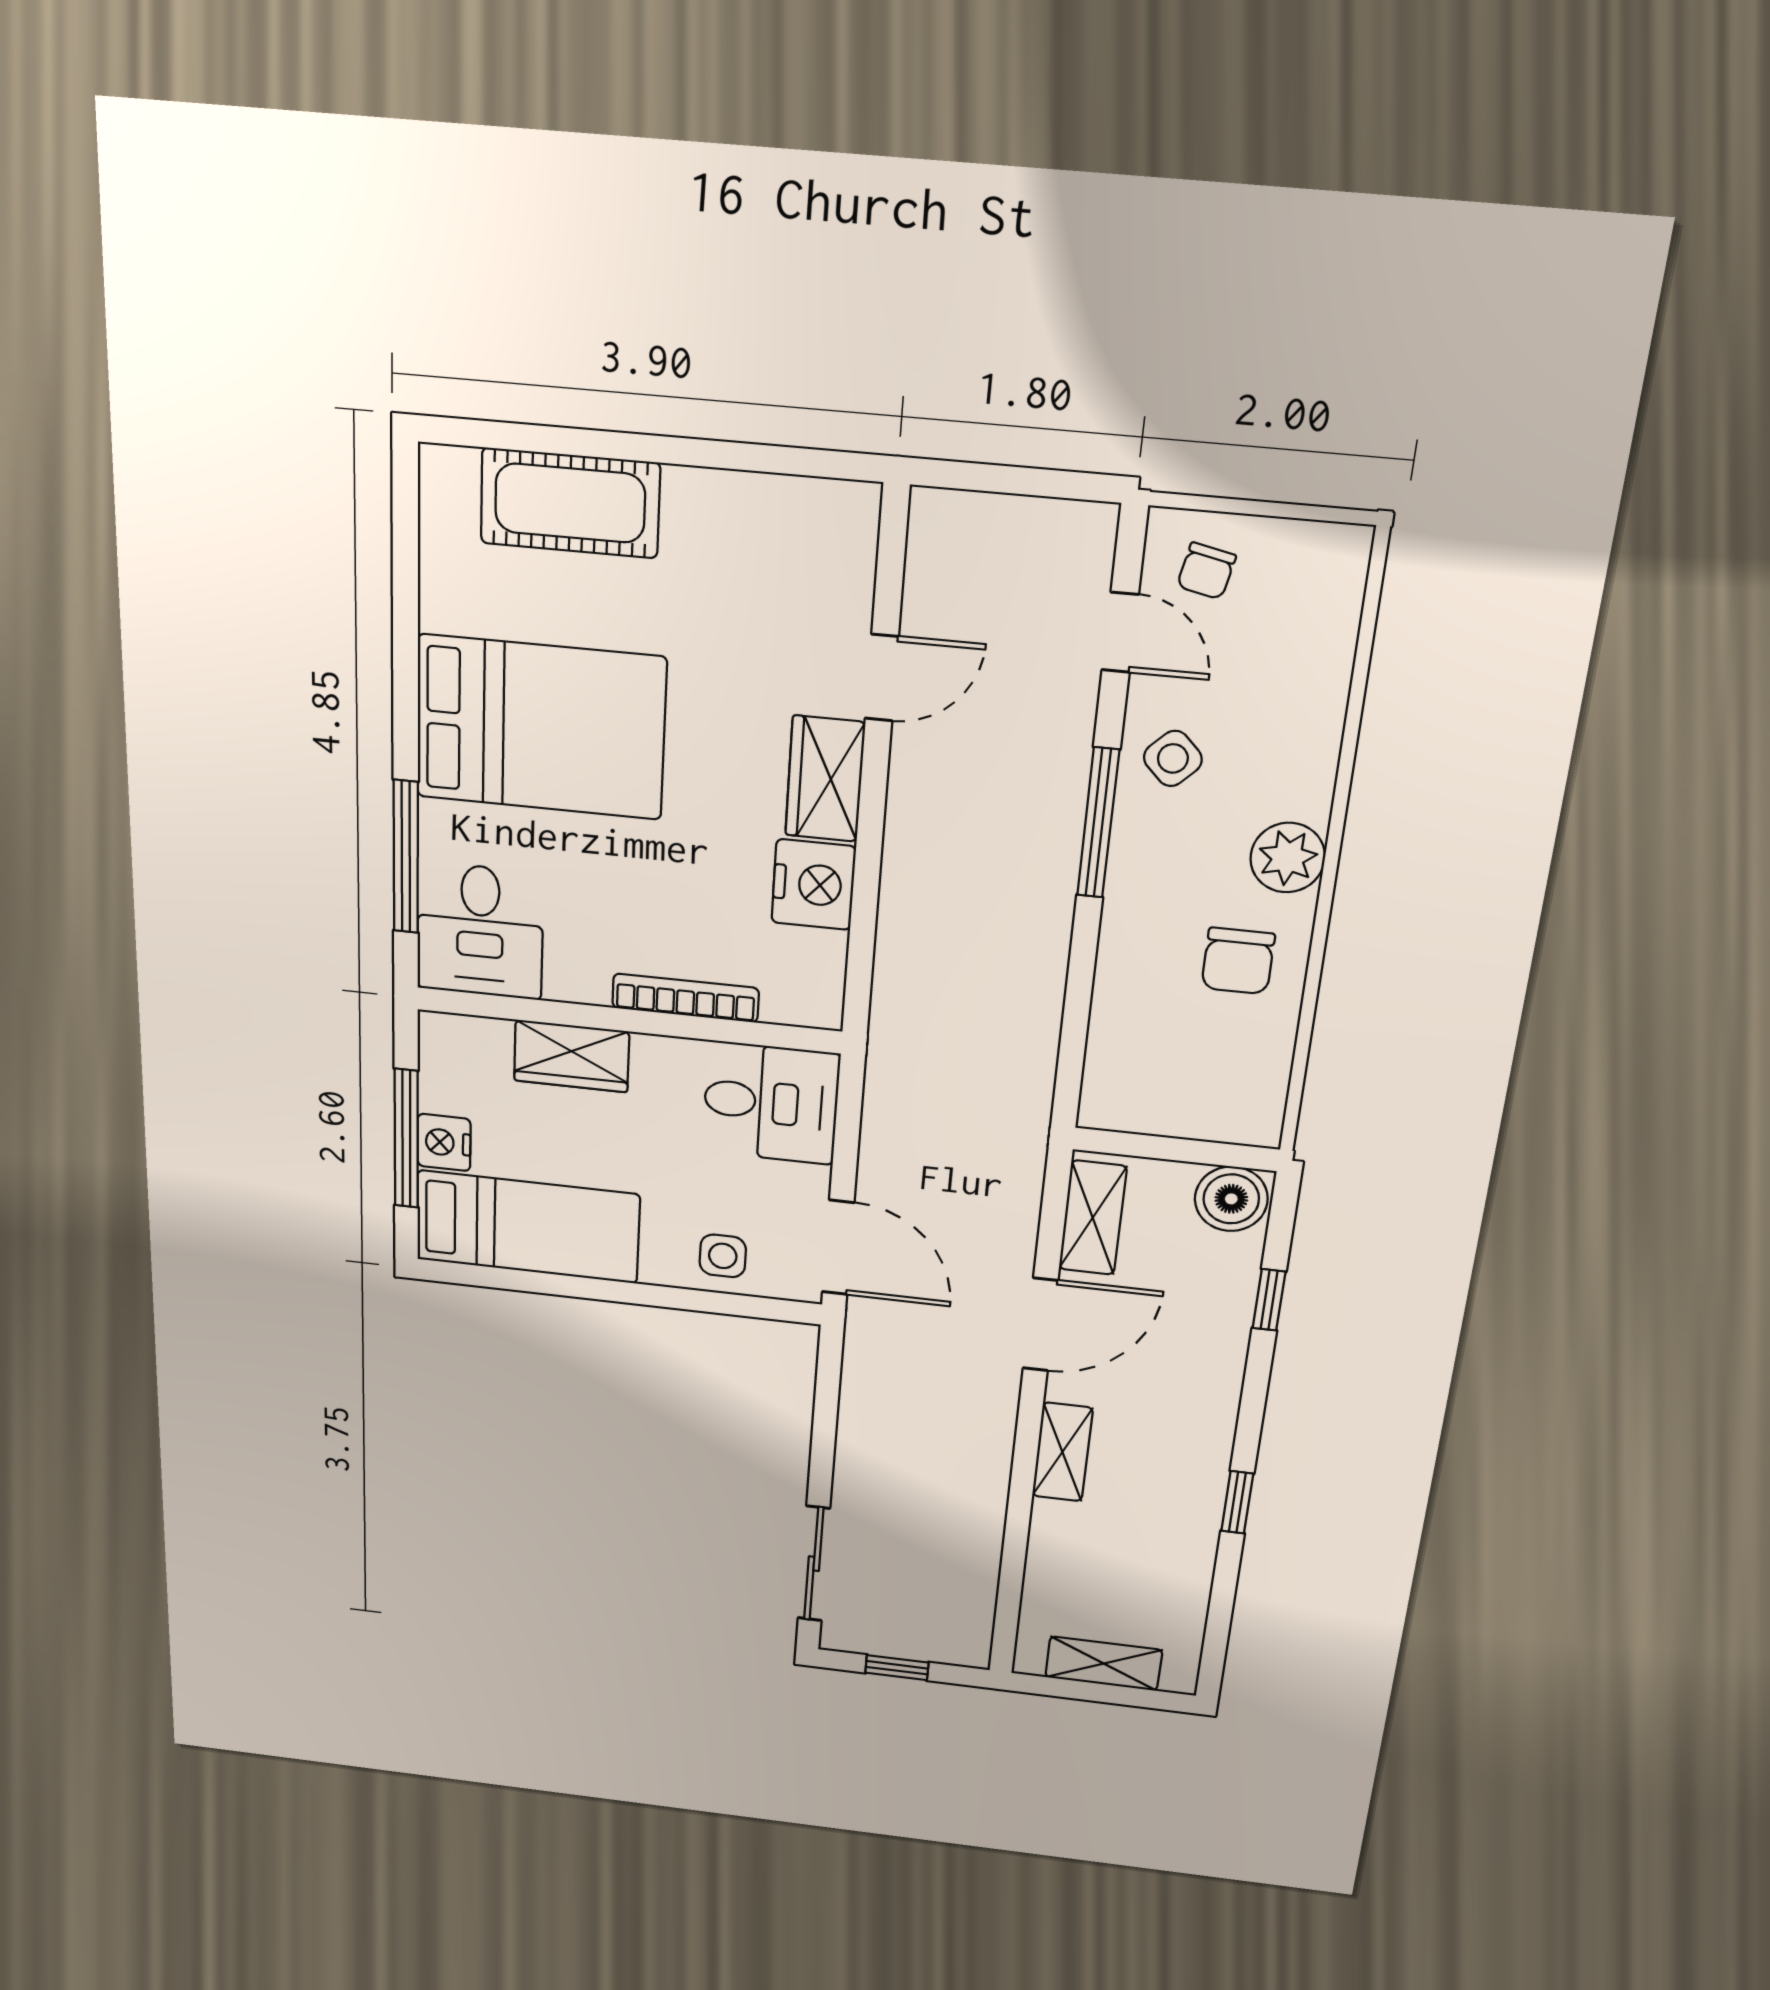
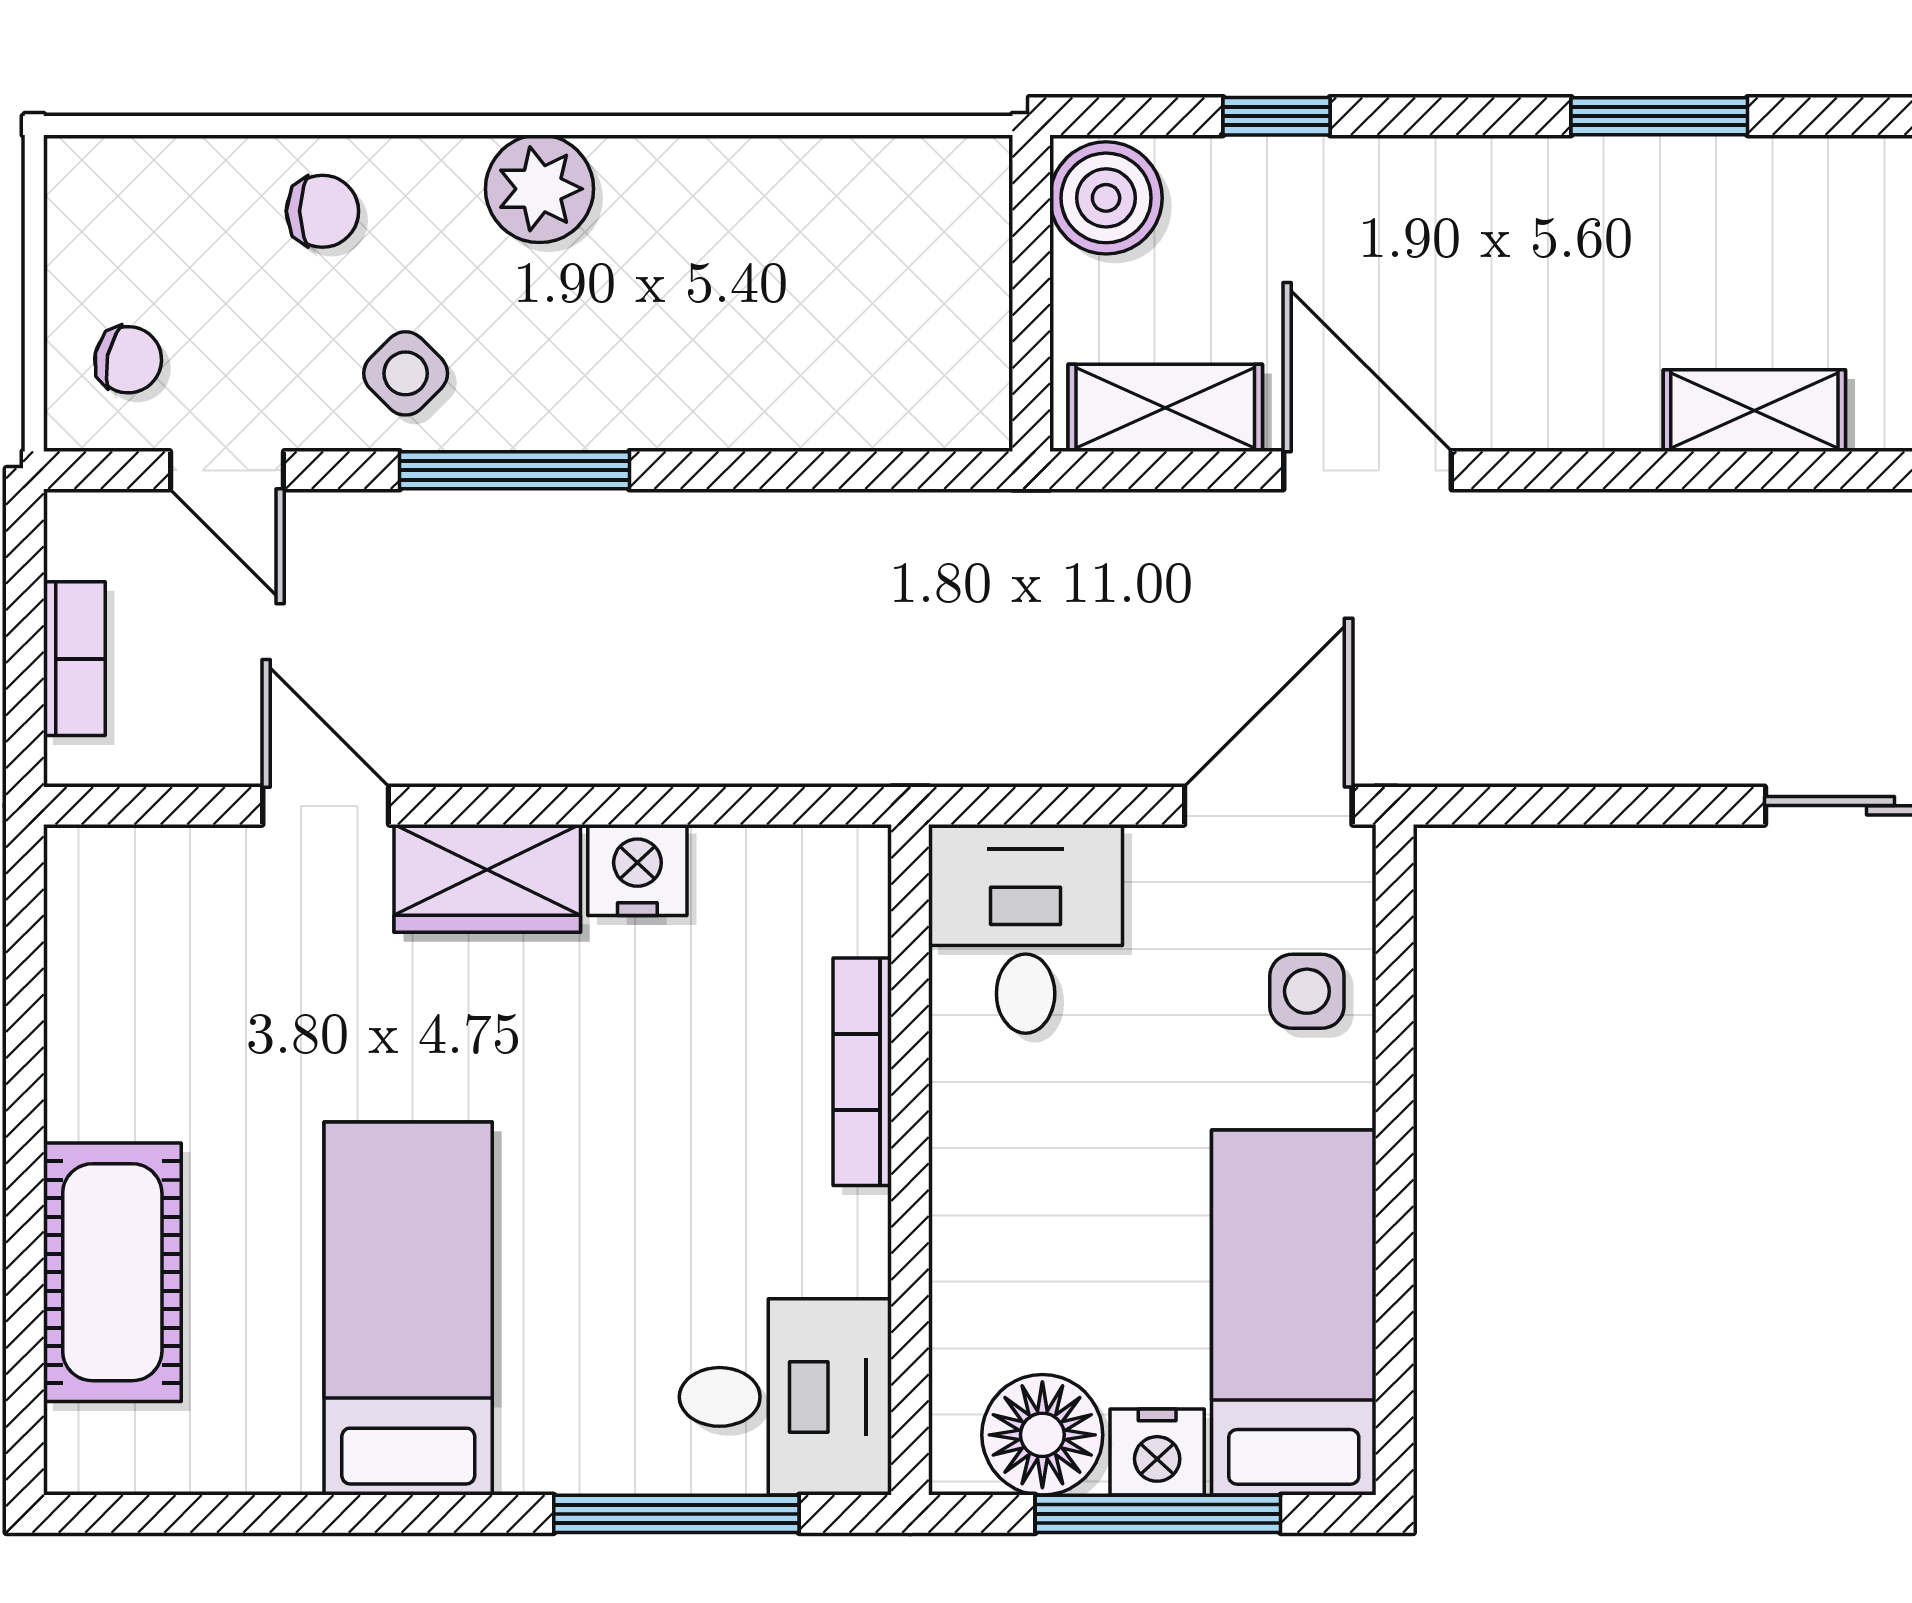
bookcase: (999, 514) -> (74, 659), added
door: (1120, 632) -> (227, 470), swing flipped
bed: (540, 727) -> (408, 1309), width x0.67
nightstand: (814, 885) -> (637, 870), width x0.74, depth x0.75
chair: (1238, 961) -> (322, 211), moved, width x0.73, depth x0.73
wardrobe: (572, 1056) -> (981, 1248), removed
floor lamp: (455, 1079) -> (1042, 1435), added
shelving: (1062, 1452) -> (1754, 411), moved
window: (1237, 1502) -> (1659, 116), width x1.50

